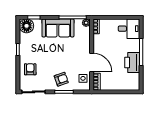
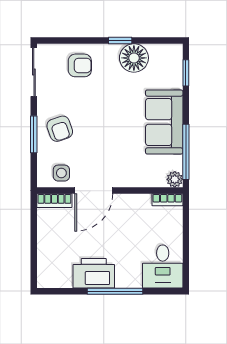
floor lamp: (27, 26) -> (134, 58), moved

